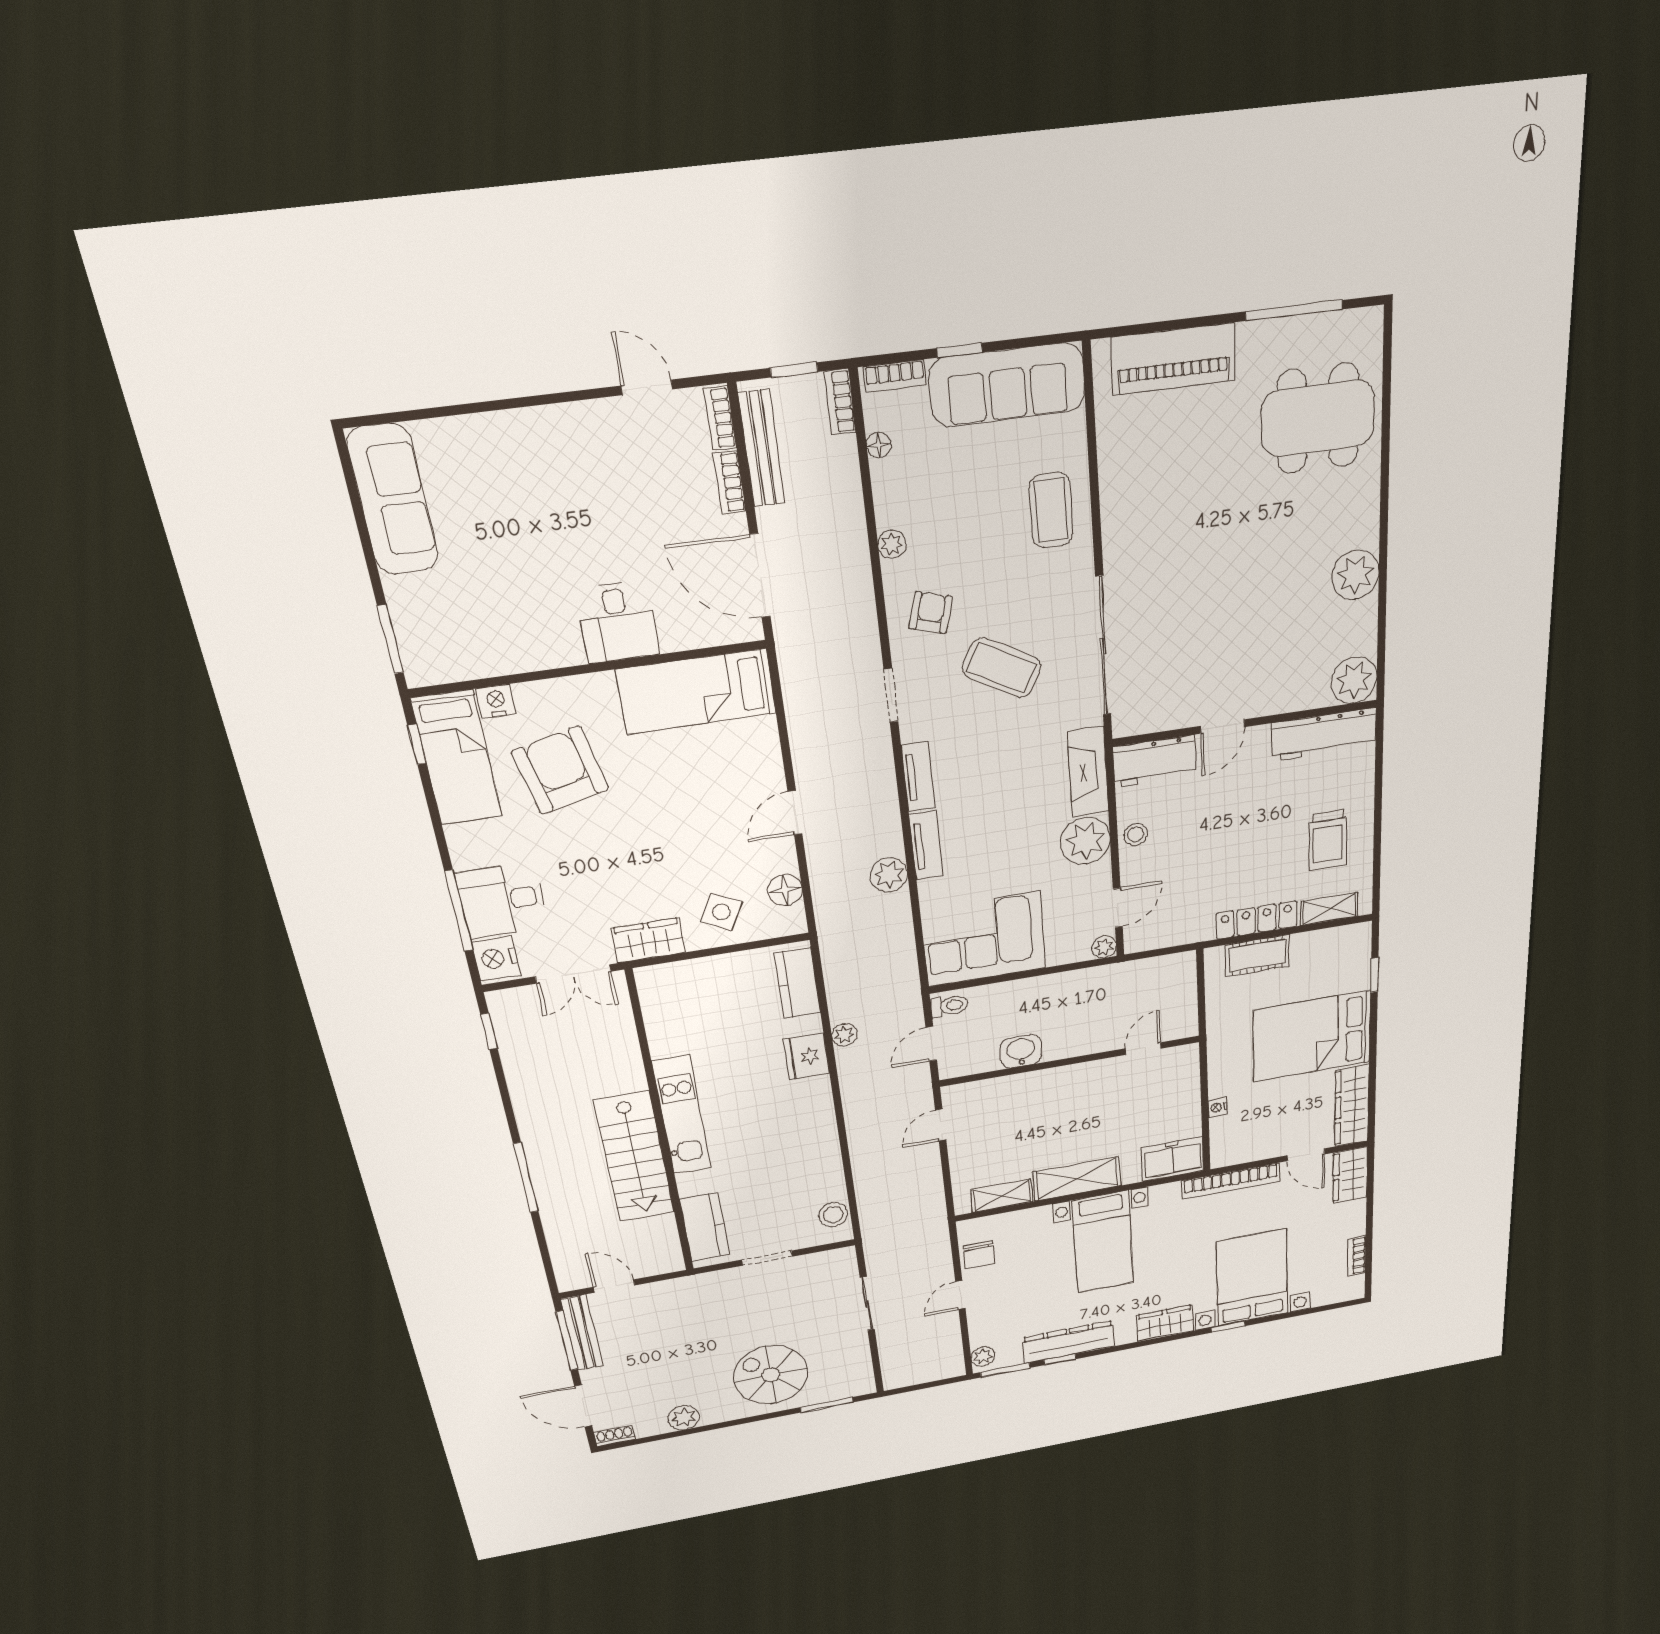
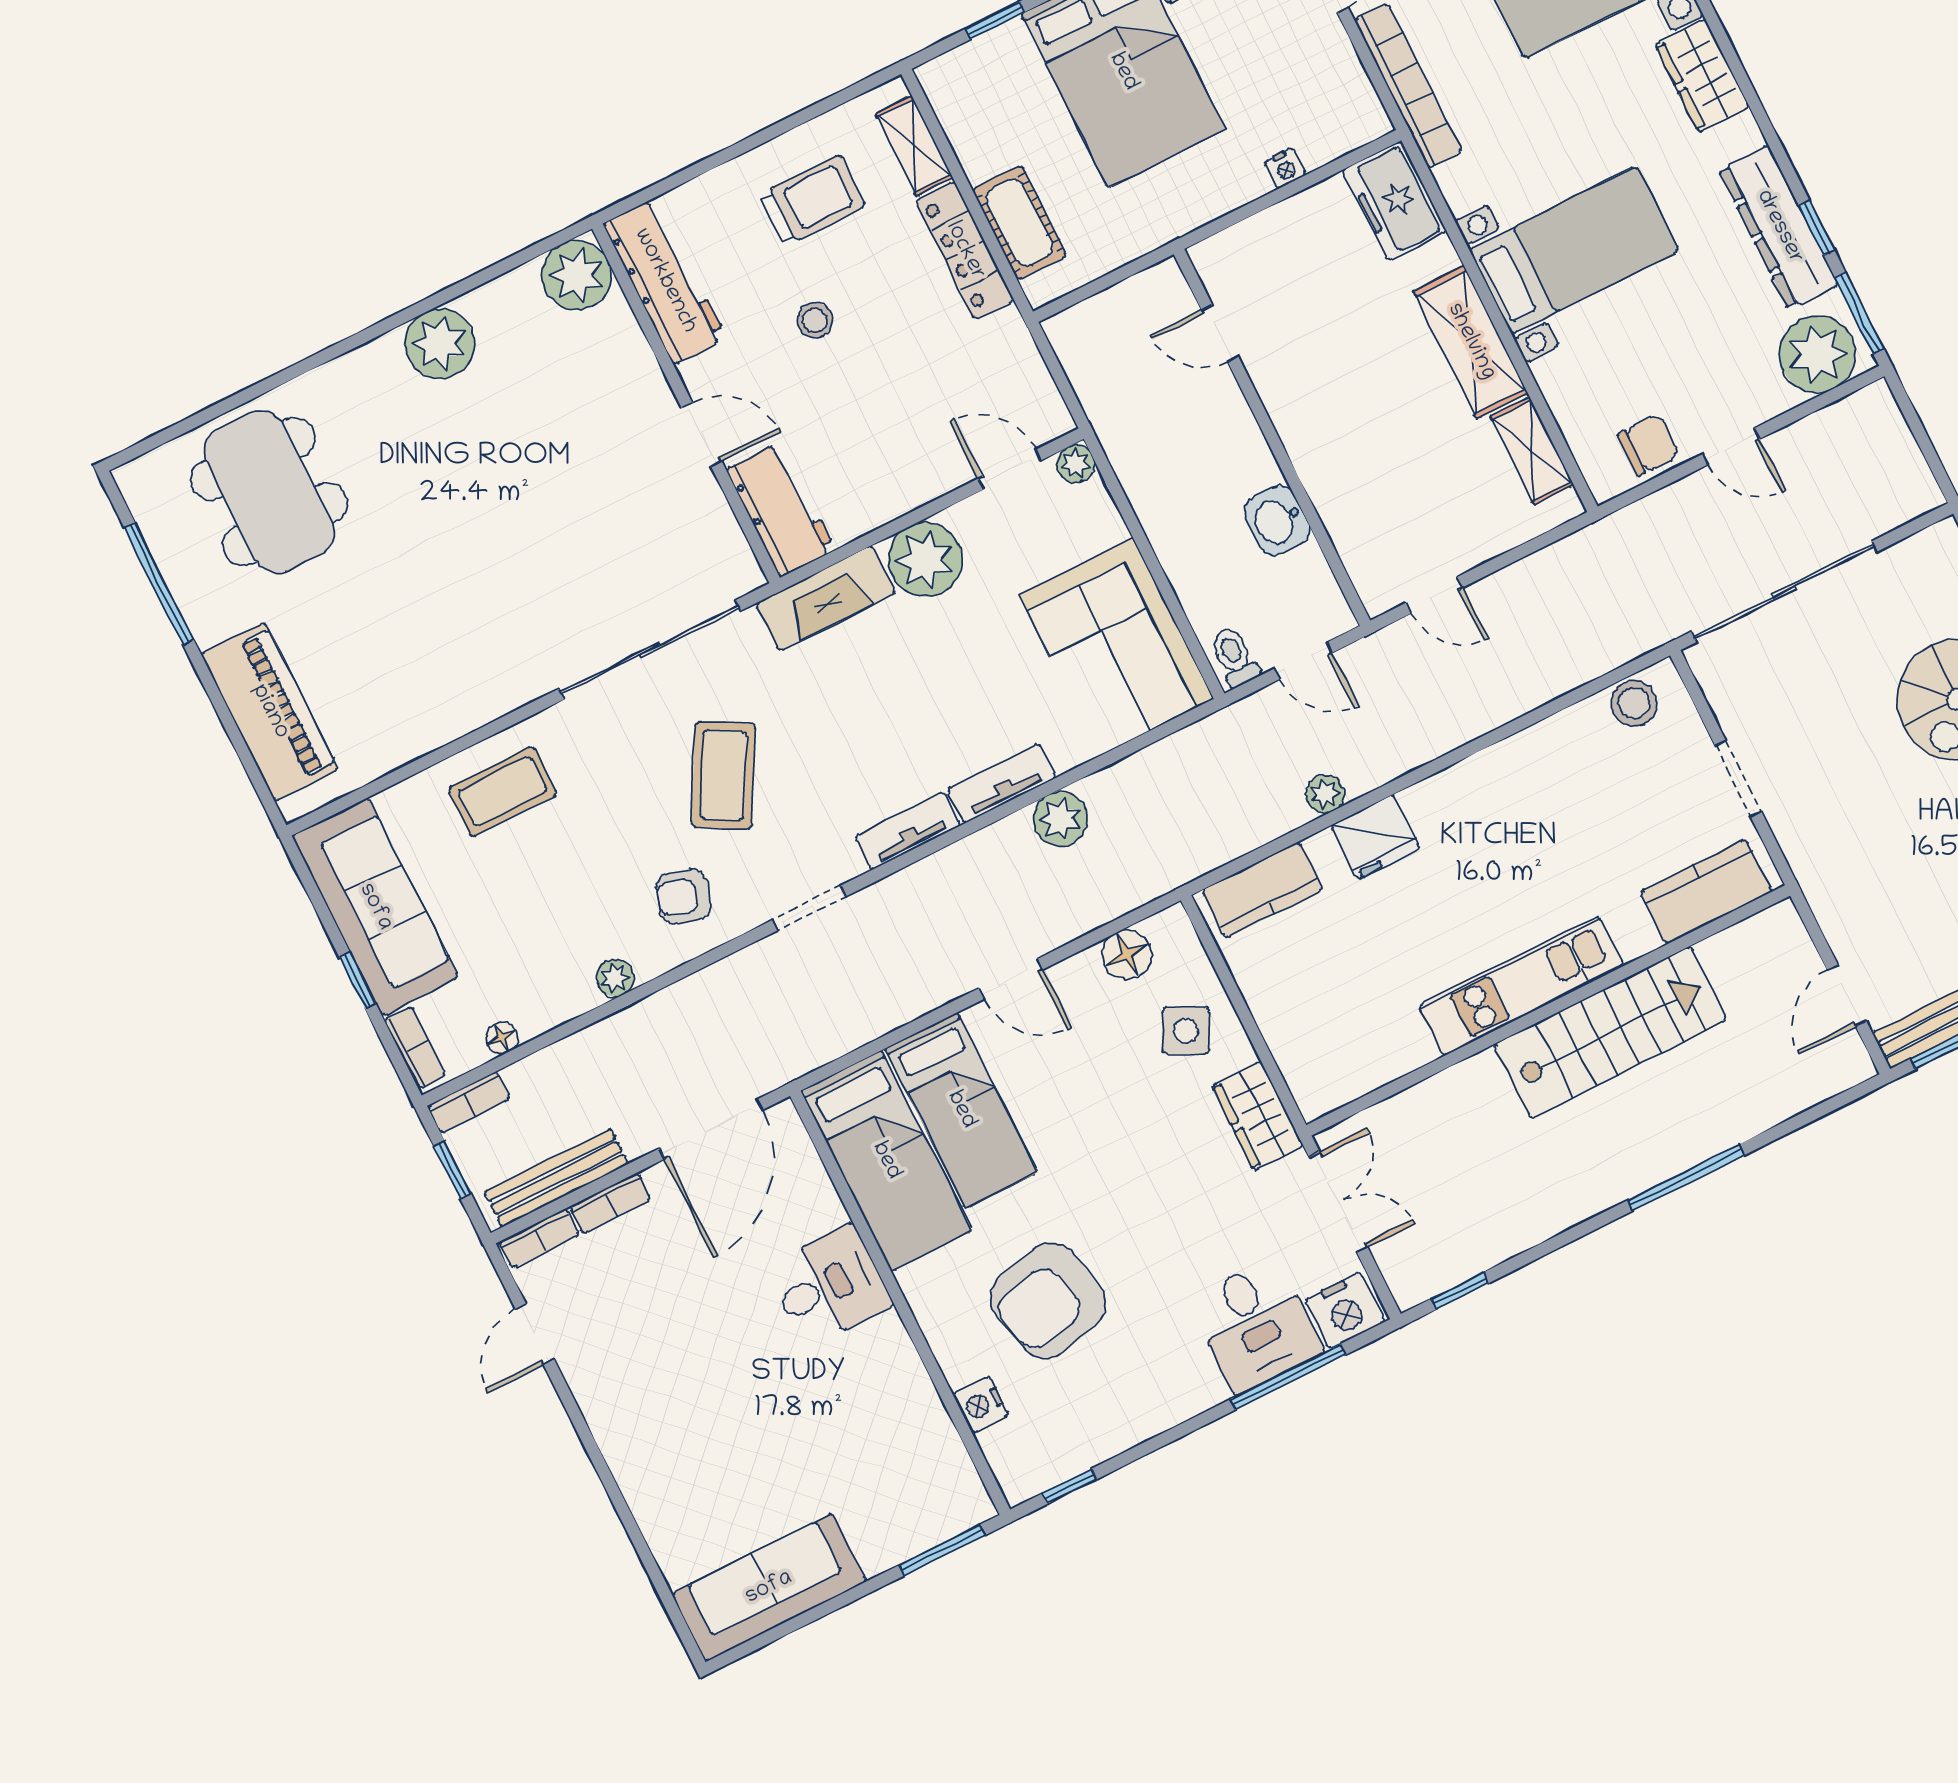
bed: (457, 758) -> (961, 1110), moved, turned 90
stool: (1136, 834) -> (815, 320), moved
sliding door: (867, 1304) -> (1784, 592), width x1.86
plant: (983, 1356) -> (1817, 354), width x1.88, depth x1.88

